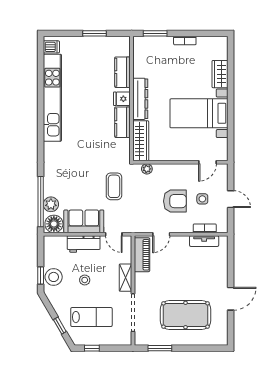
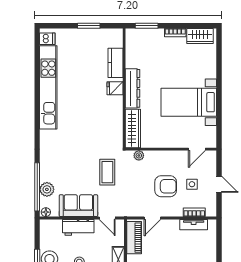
wardrobe: (220, 74) -> (200, 36), moved, turned -90
kitchen counter: (123, 122) -> (115, 111), removed
floor lamp: (54, 224) -> (46, 212), width x0.53, depth x0.53

